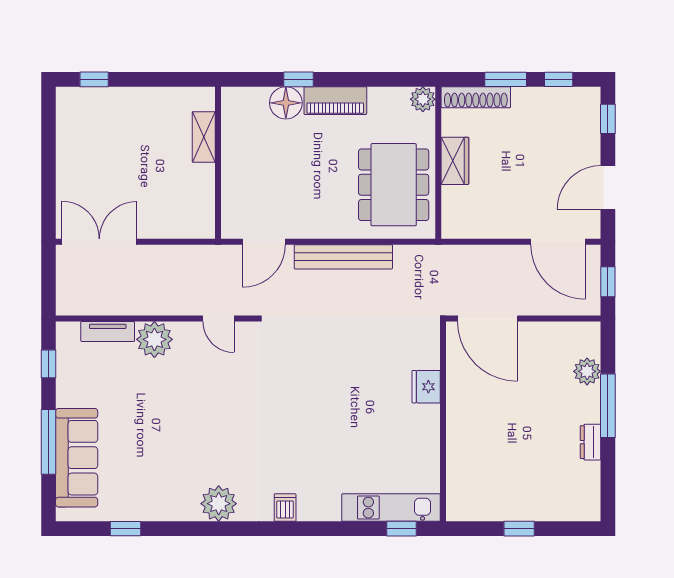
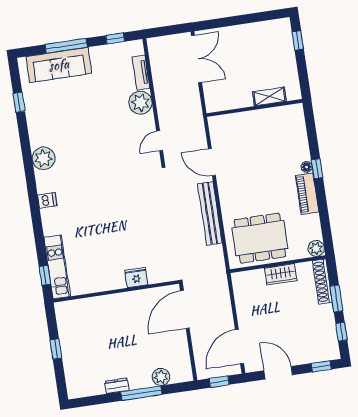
floor lamp: (286, 103) -> (307, 167), width x0.53, depth x0.53
shelving: (204, 137) -> (269, 97), moved
wall: (218, 163) -> (254, 108), moved

